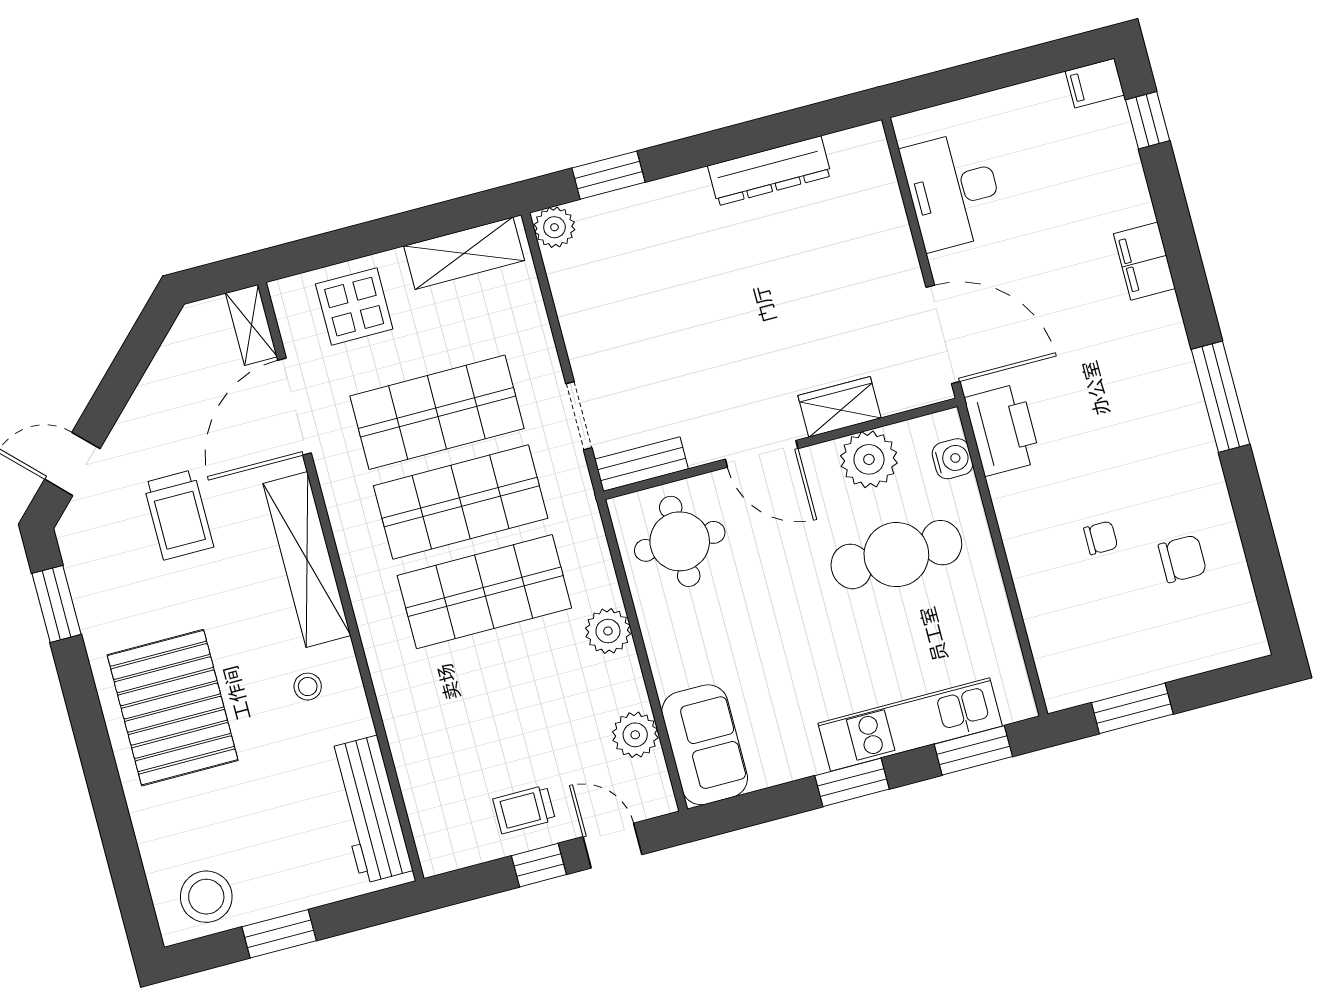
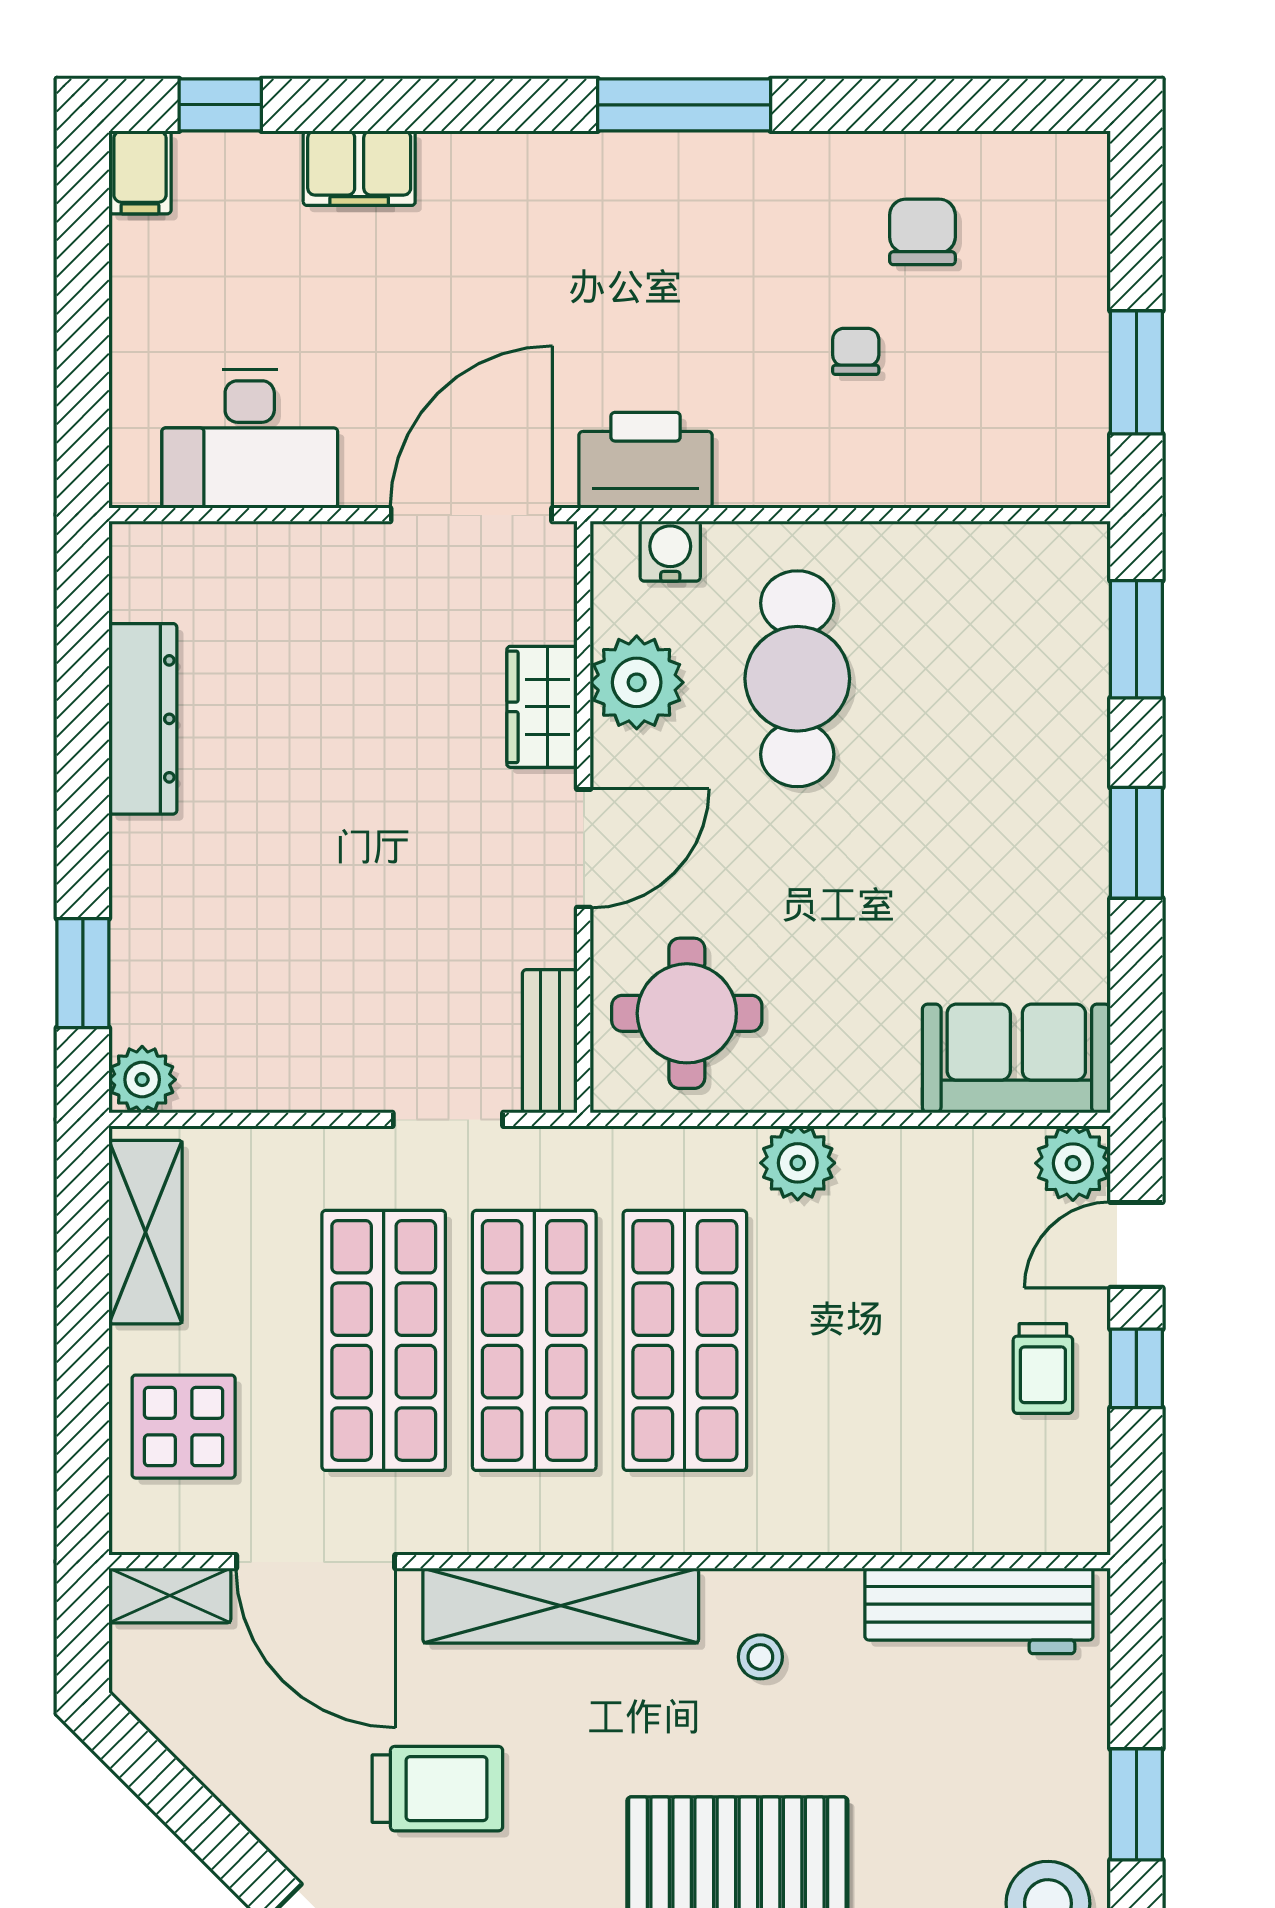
filing cabinet: (1144, 261) -> (359, 168), moved
kitchen unit: (910, 725) -> (1070, 728), removed
plant: (635, 735) -> (1073, 1163), moved

